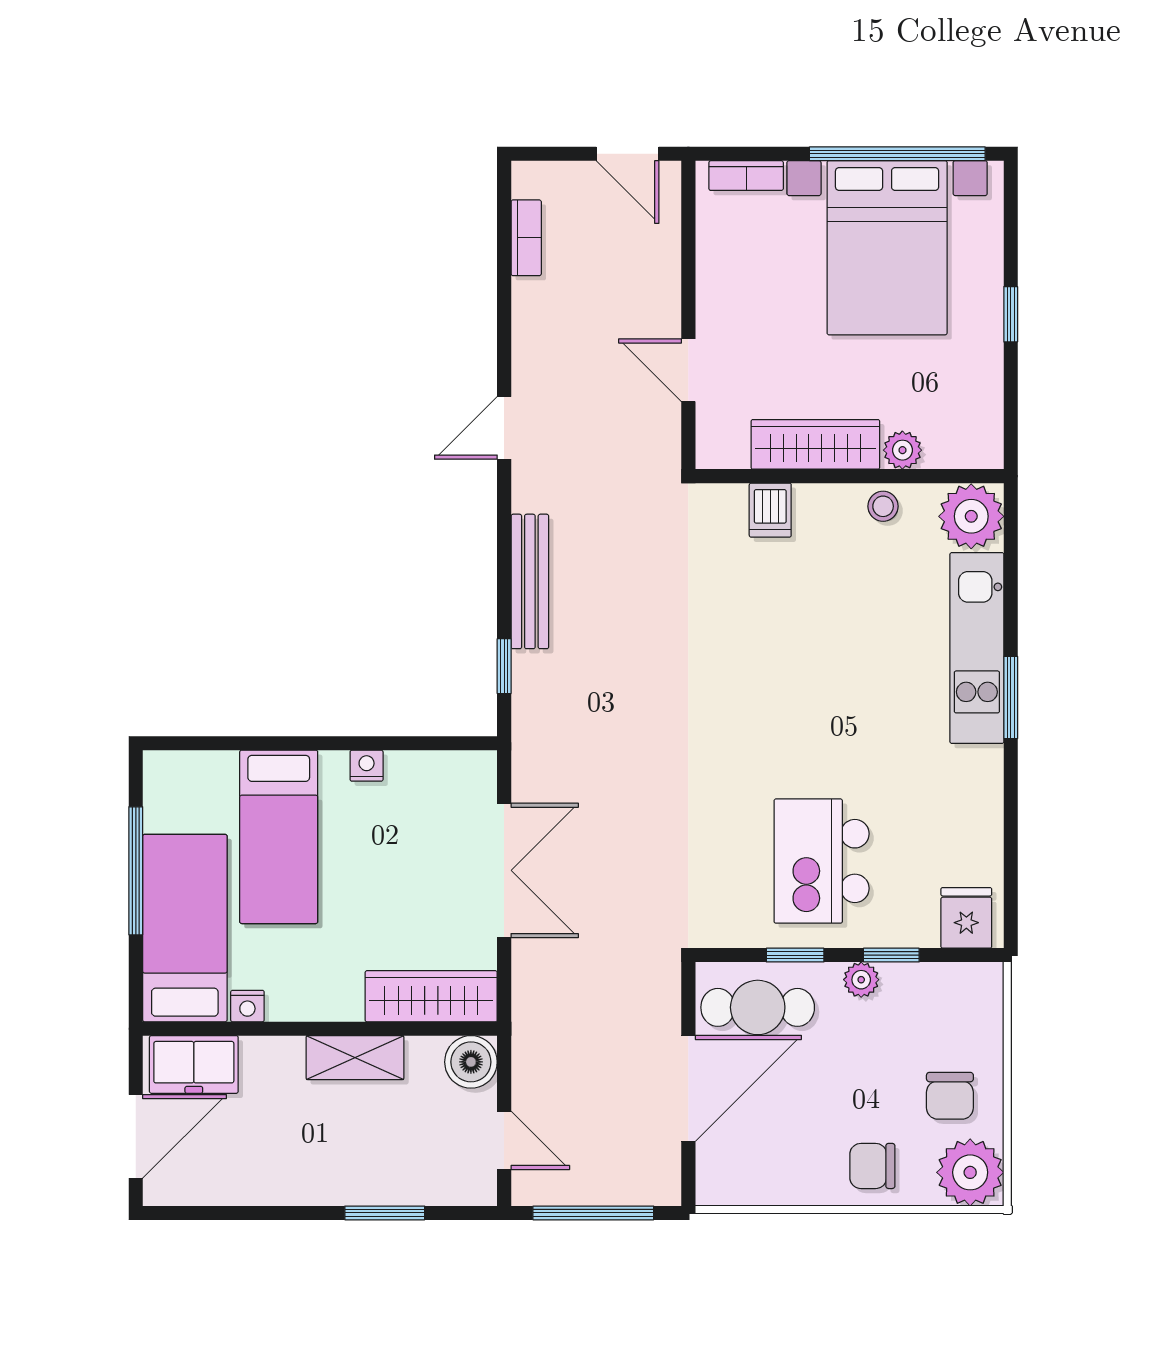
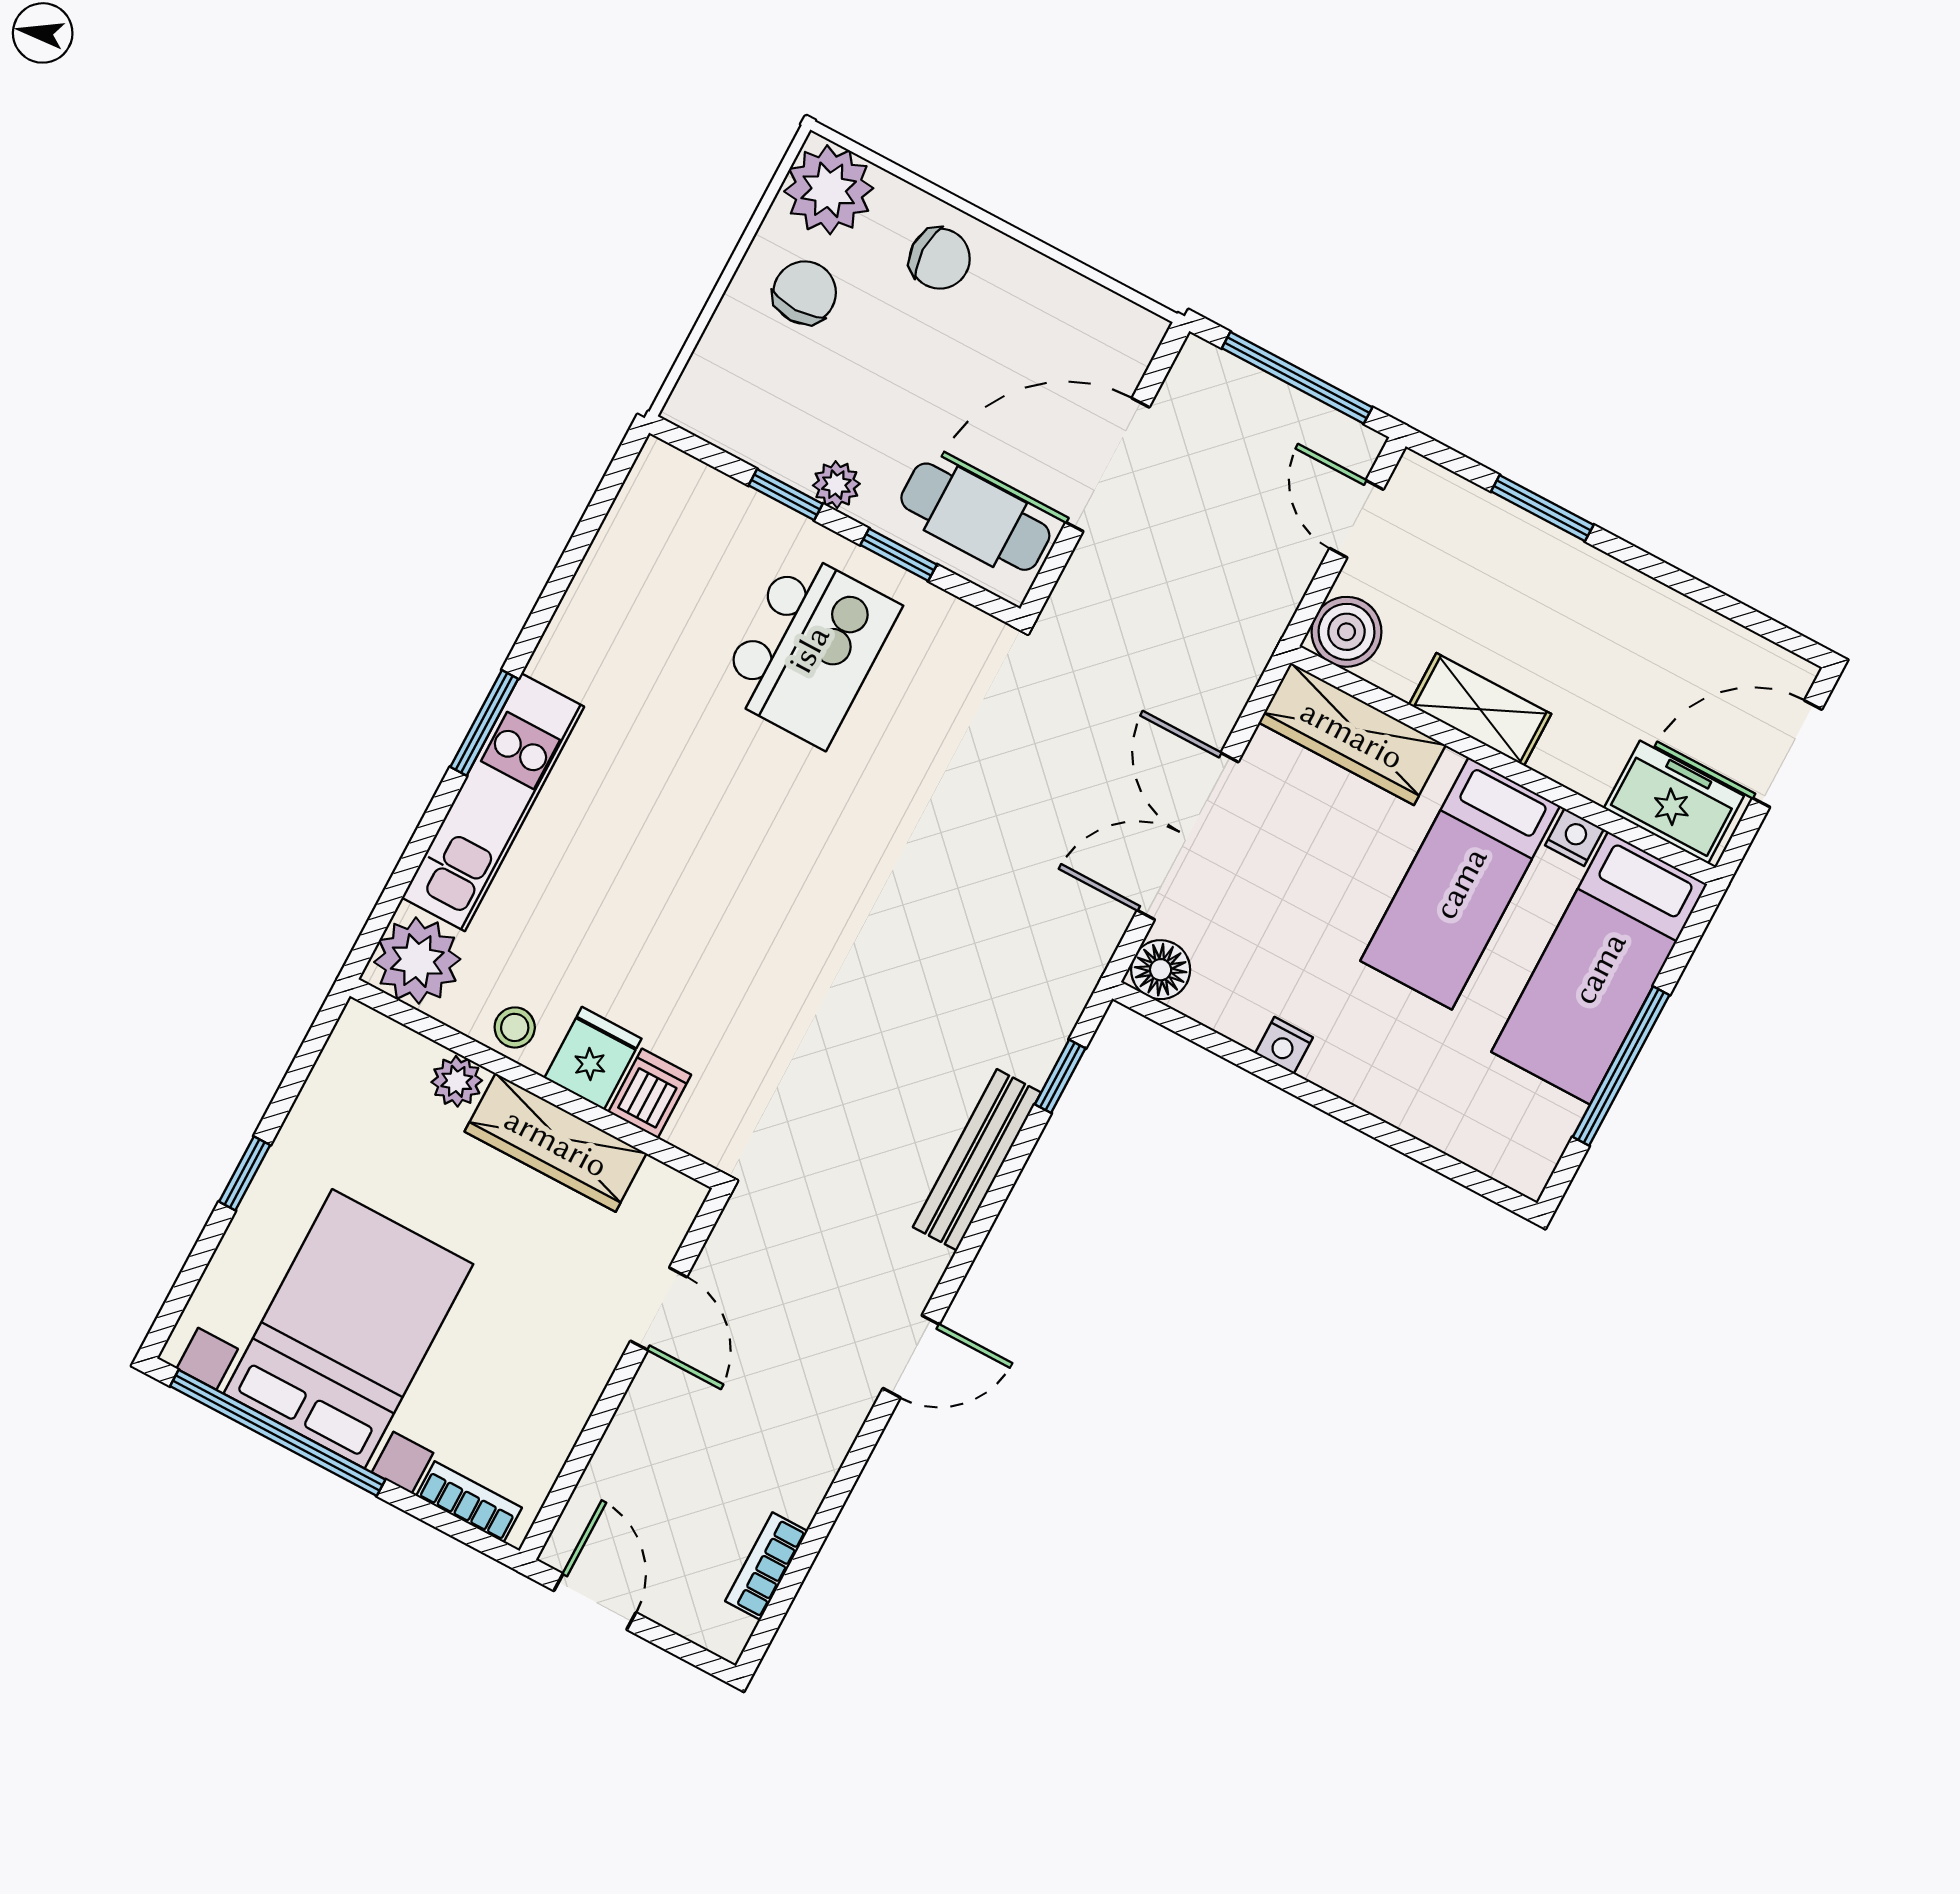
floor lamp: (475, 772) -> (1161, 970), added
bed: (279, 837) -> (1460, 883), moved, turned 180
fridge: (966, 918) -> (593, 1058), moved, turned 180

